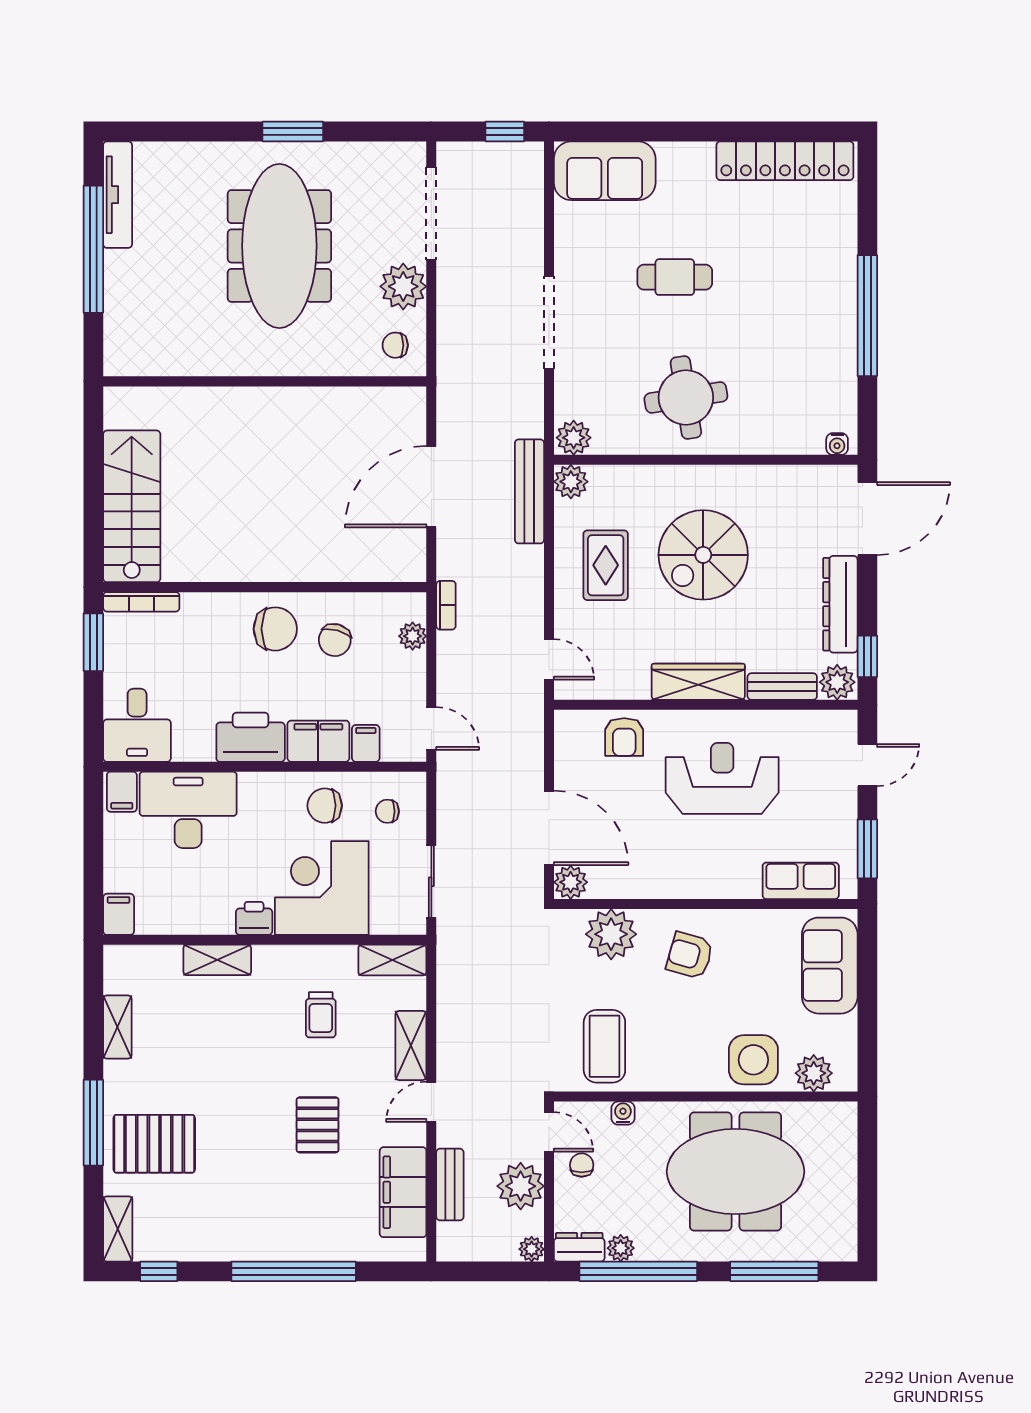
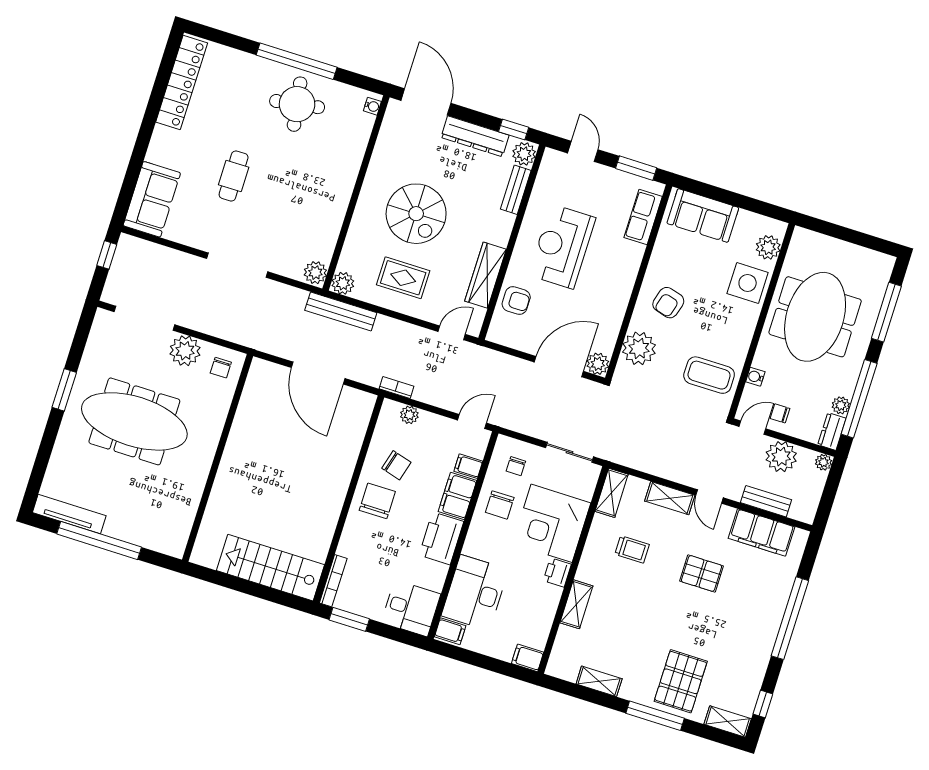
round table: (686, 397) -> (297, 104), moved
wardrobe: (698, 682) -> (485, 275), moved

